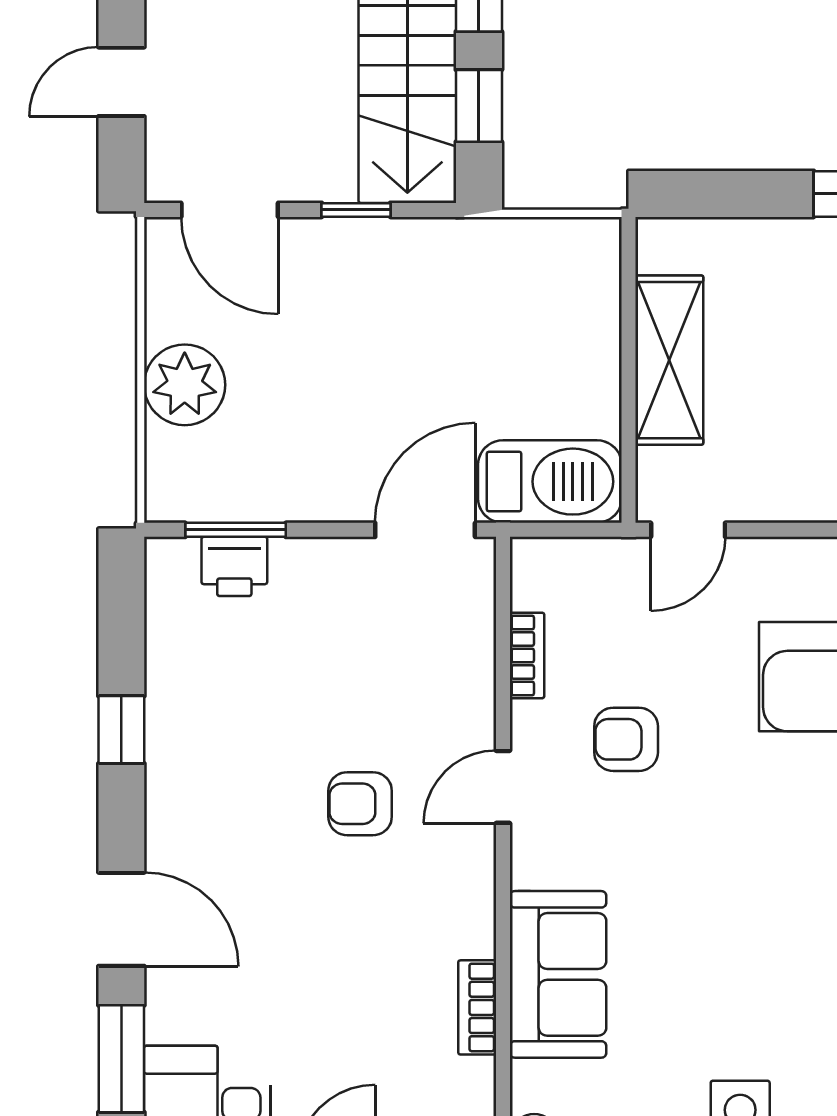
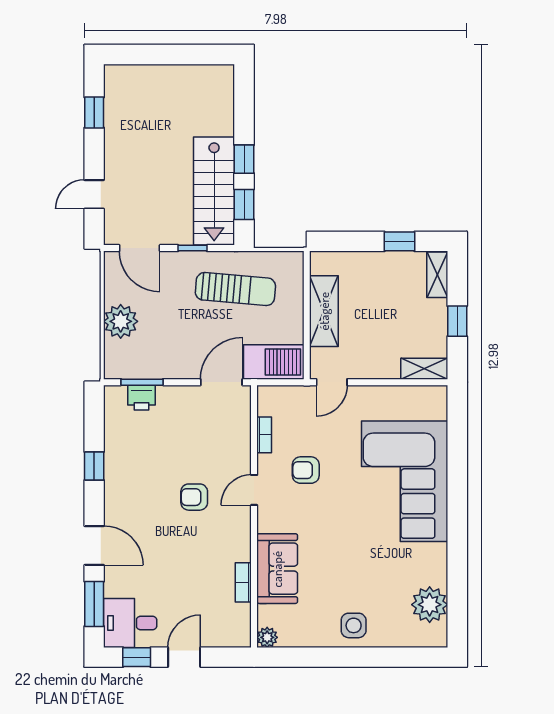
sun lounger: (458, 308) -> (235, 289), added

